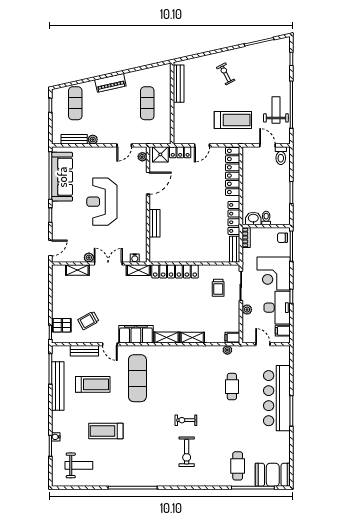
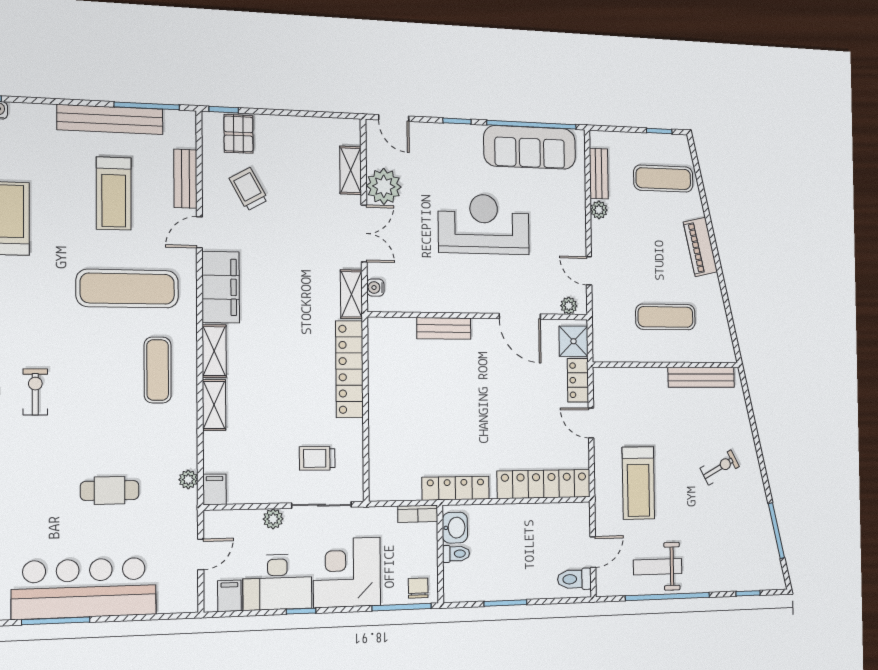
weight bench: (276, 110) -> (658, 567), turned 180
bench: (235, 249) -> (394, 491), removed
plant: (89, 258) -> (384, 186), width x1.88, depth x1.88
exercise mat: (176, 364) -> (158, 370), added

